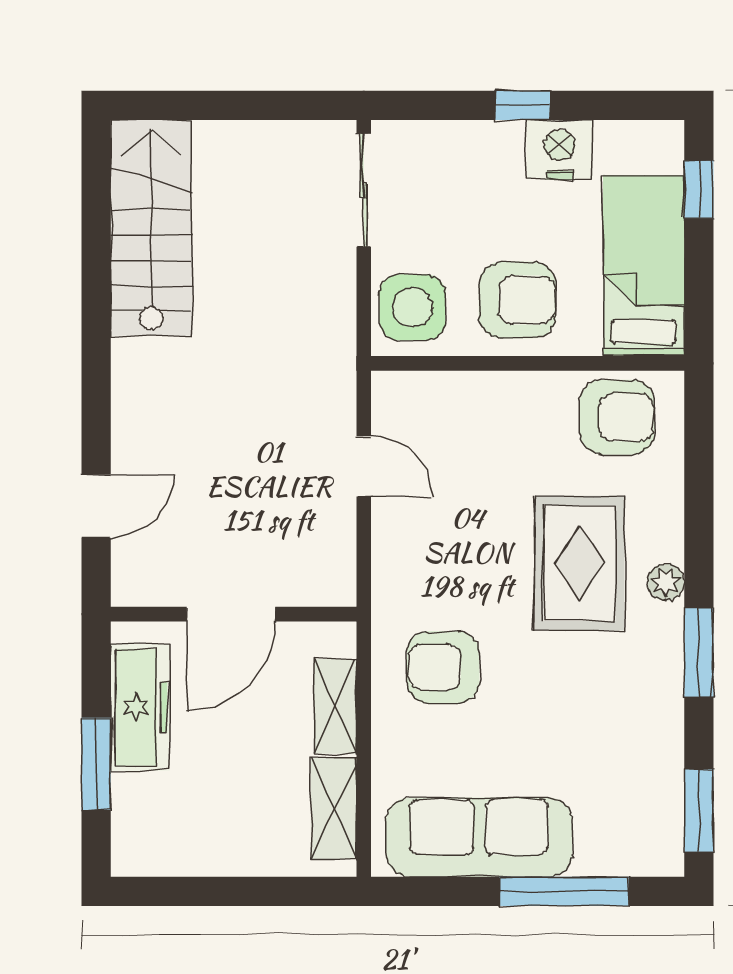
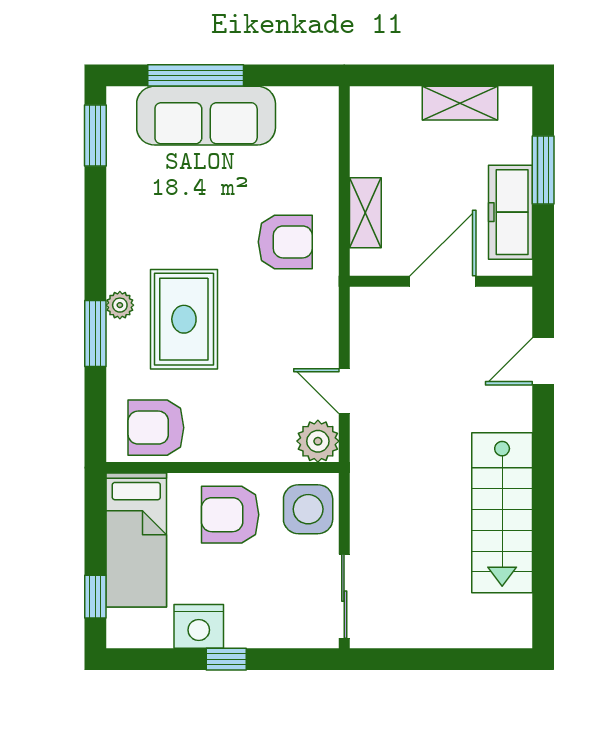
stairs: (151, 228) -> (502, 513), moved
plant: (399, 399) -> (318, 441), added
window: (699, 652) -> (95, 333), moved
shelving: (334, 808) -> (460, 103), moved, turned 90
sofa: (479, 837) -> (206, 116), moved

